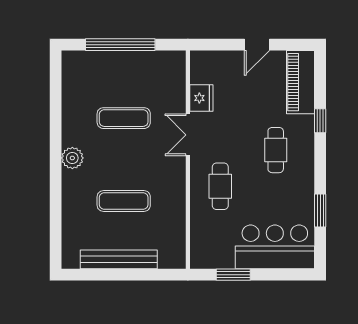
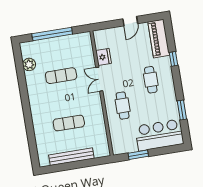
plant: (72, 158) -> (29, 64), moved

